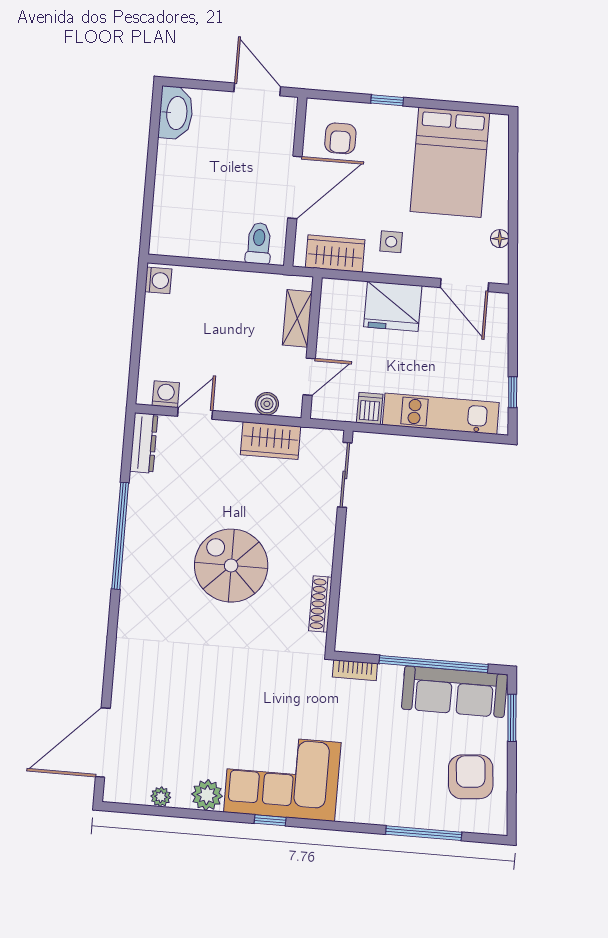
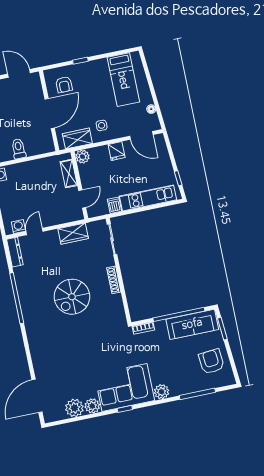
bed: (450, 162) -> (123, 80), width x0.67
toilet: (259, 243) -> (19, 149), moved
plant: (335, 293) -> (83, 157), added
fridge: (393, 306) -> (117, 151), width x0.53, depth x0.75
boiler: (267, 404) -> (66, 217), removed
spiral stairs: (231, 566) -> (72, 297), turned -90
shoe rack: (320, 604) -> (114, 280), moved
plant: (161, 797) -> (74, 408), width x1.87, depth x1.87
plant: (353, 808) -> (162, 392), added

